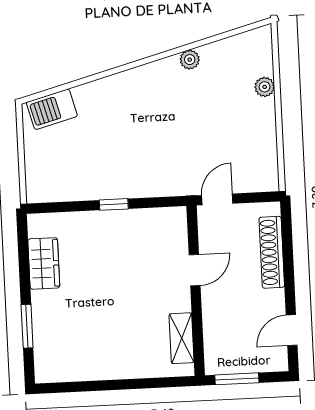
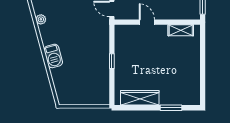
barbecue: (52, 109) -> (53, 56), moved
wardrobe: (44, 263) -> (140, 98), width x1.50

